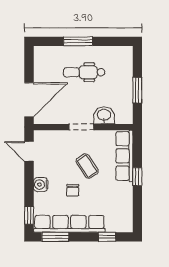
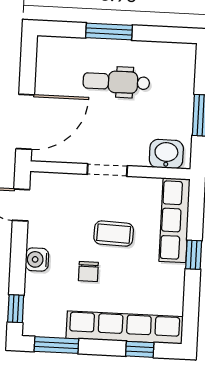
washbasin: (104, 115) -> (166, 154), moved
coffee table: (87, 166) -> (114, 234), turned -55
row of seats: (69, 224) -> (125, 327), moved

